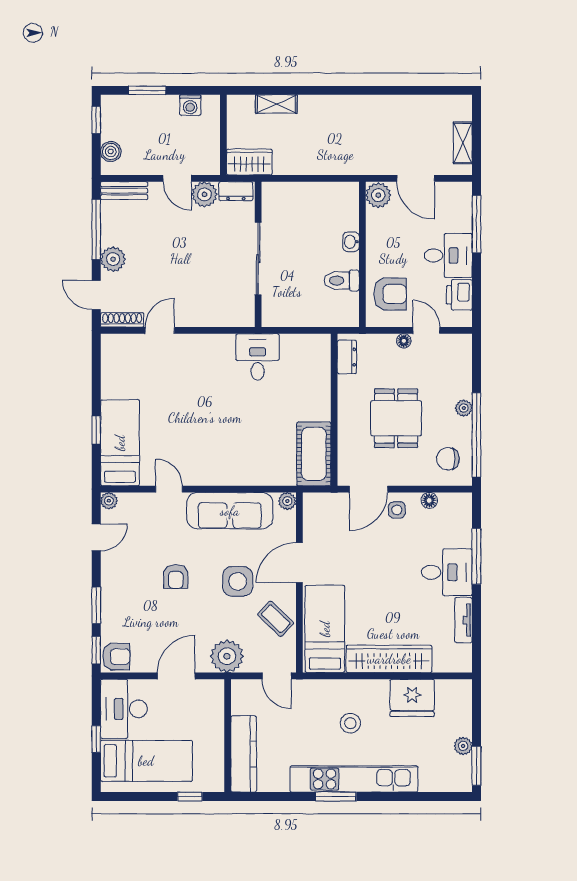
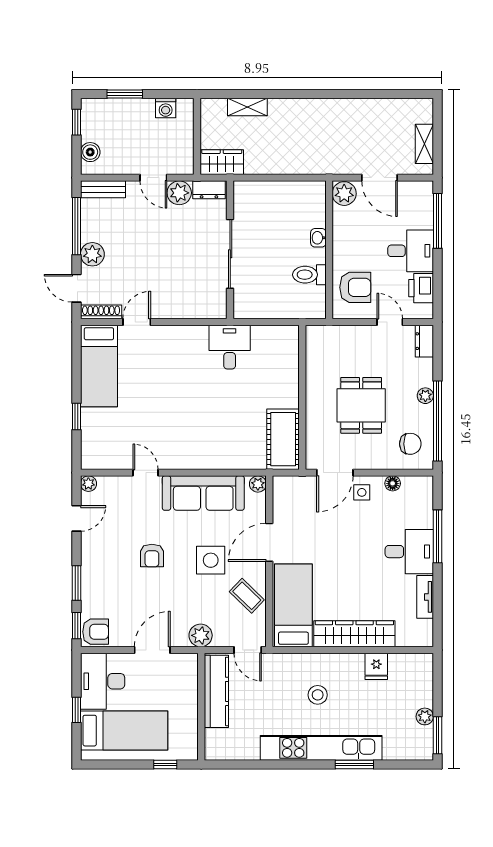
floor lamp: (404, 341) -> (368, 332), removed
dresser: (347, 357) -> (424, 341), moved, turned 180
bed: (120, 443) -> (99, 366), moved, turned 180
chair: (448, 459) -> (410, 444), turned 180
plant: (227, 656) -> (201, 635), width x0.73, depth x0.73
fridge: (412, 698) -> (376, 666), width x0.53, depth x0.75
kitchen counter: (244, 754) -> (216, 691), moved
window: (336, 797) -> (354, 764), moved

